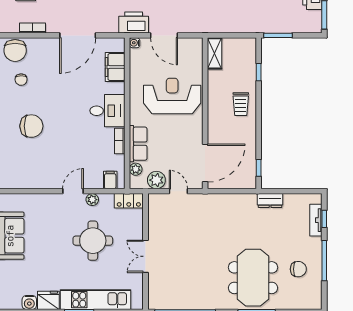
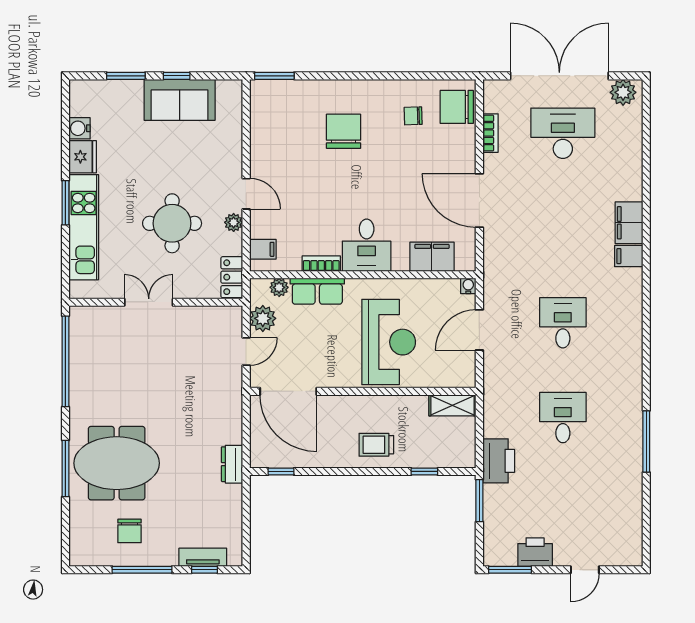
printer: (134, 22) -> (499, 461), moved
chair: (31, 126) -> (344, 131), turned 180
dresser: (270, 201) -> (232, 464), moved

